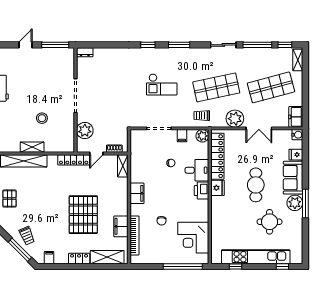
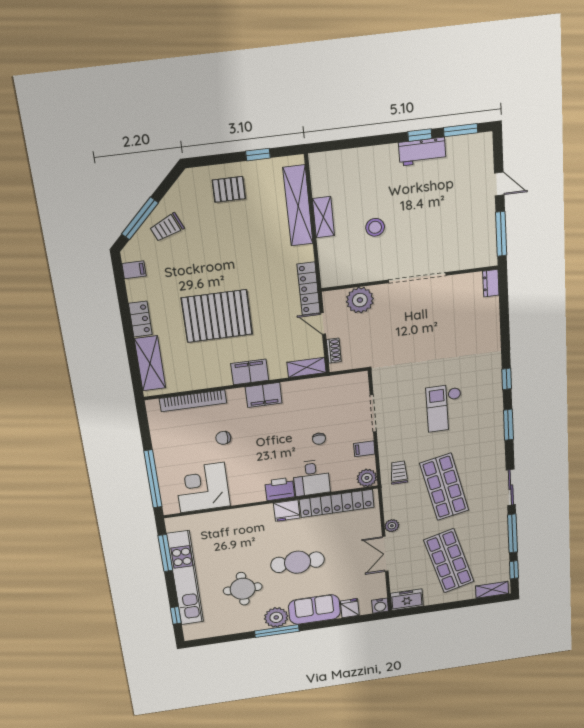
plant: (235, 119) -> (392, 526), width x0.53, depth x0.53
filing cabinet: (121, 226) -> (250, 372), moved
window: (236, 267) -> (165, 553), width x2.17

